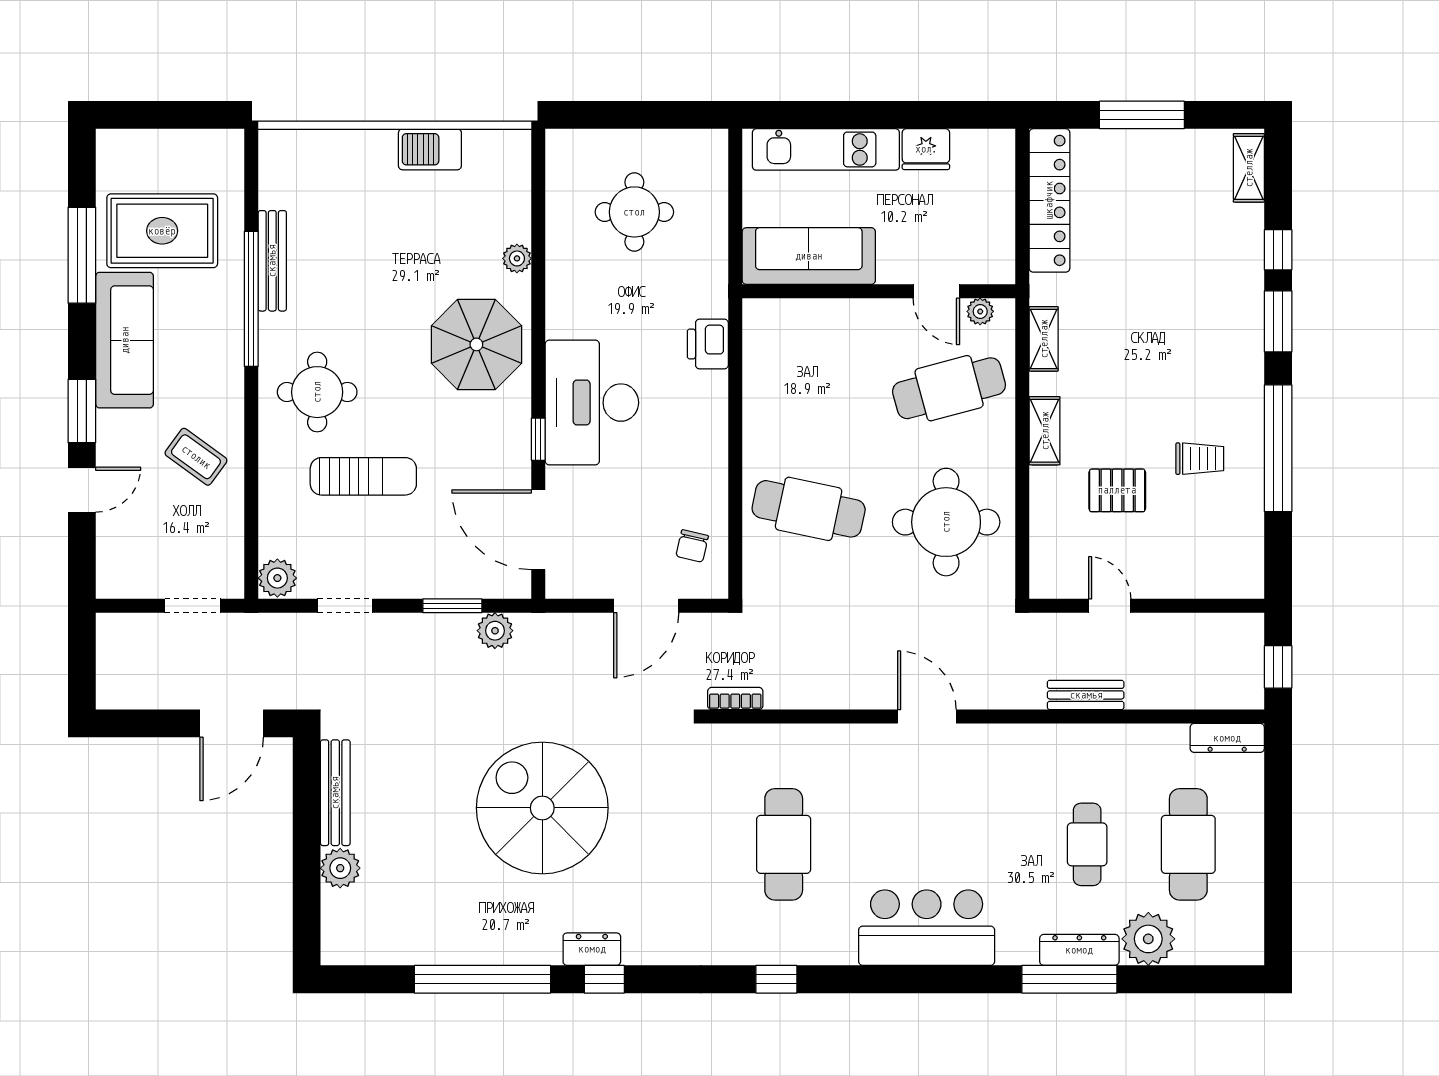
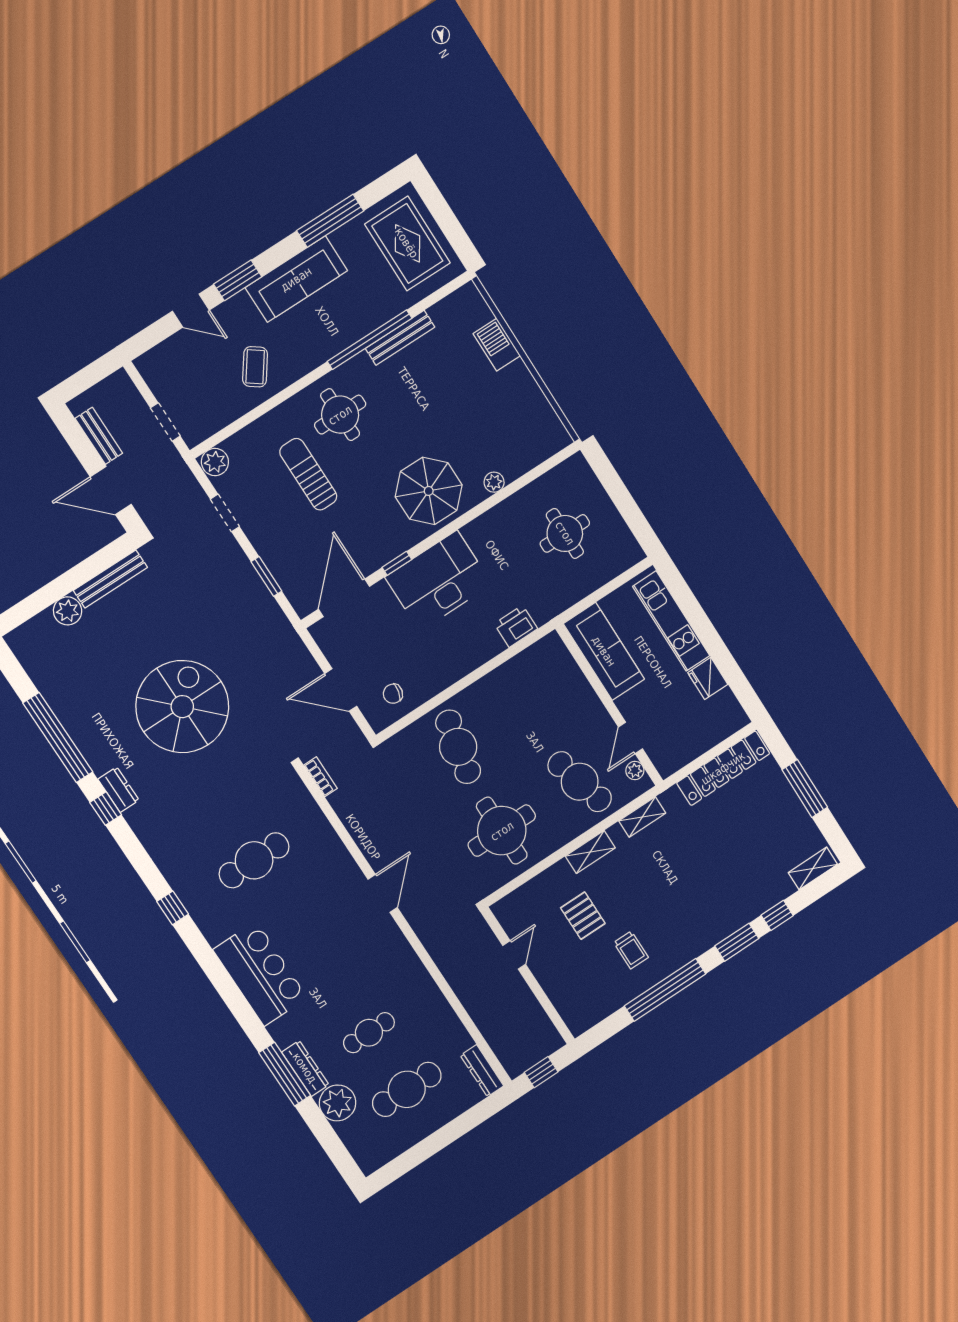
barbecue: (430, 149) -> (497, 345), moved
rug: (162, 231) -> (407, 243), moved
sun lounger: (363, 476) -> (308, 474), turned 180
plant: (495, 631) -> (268, 611), removed
bench: (1086, 695) -> (99, 436), moved

